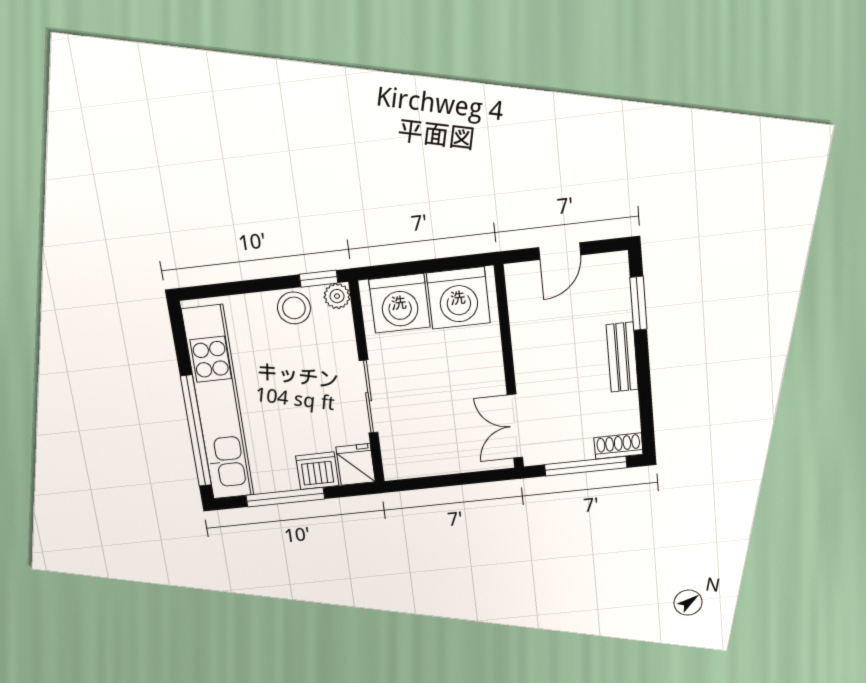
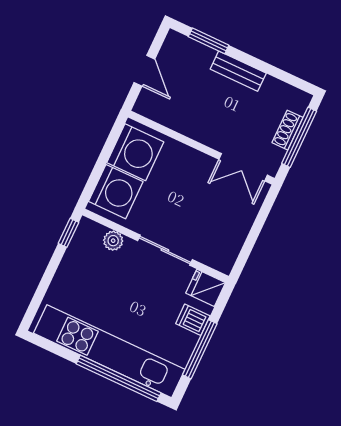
plant: (337, 296) -> (113, 241), moved
stool: (294, 308) -> (77, 261), removed
shoe rack: (618, 446) -> (288, 130), moved
dishwasher: (317, 471) -> (193, 320), width x0.73

